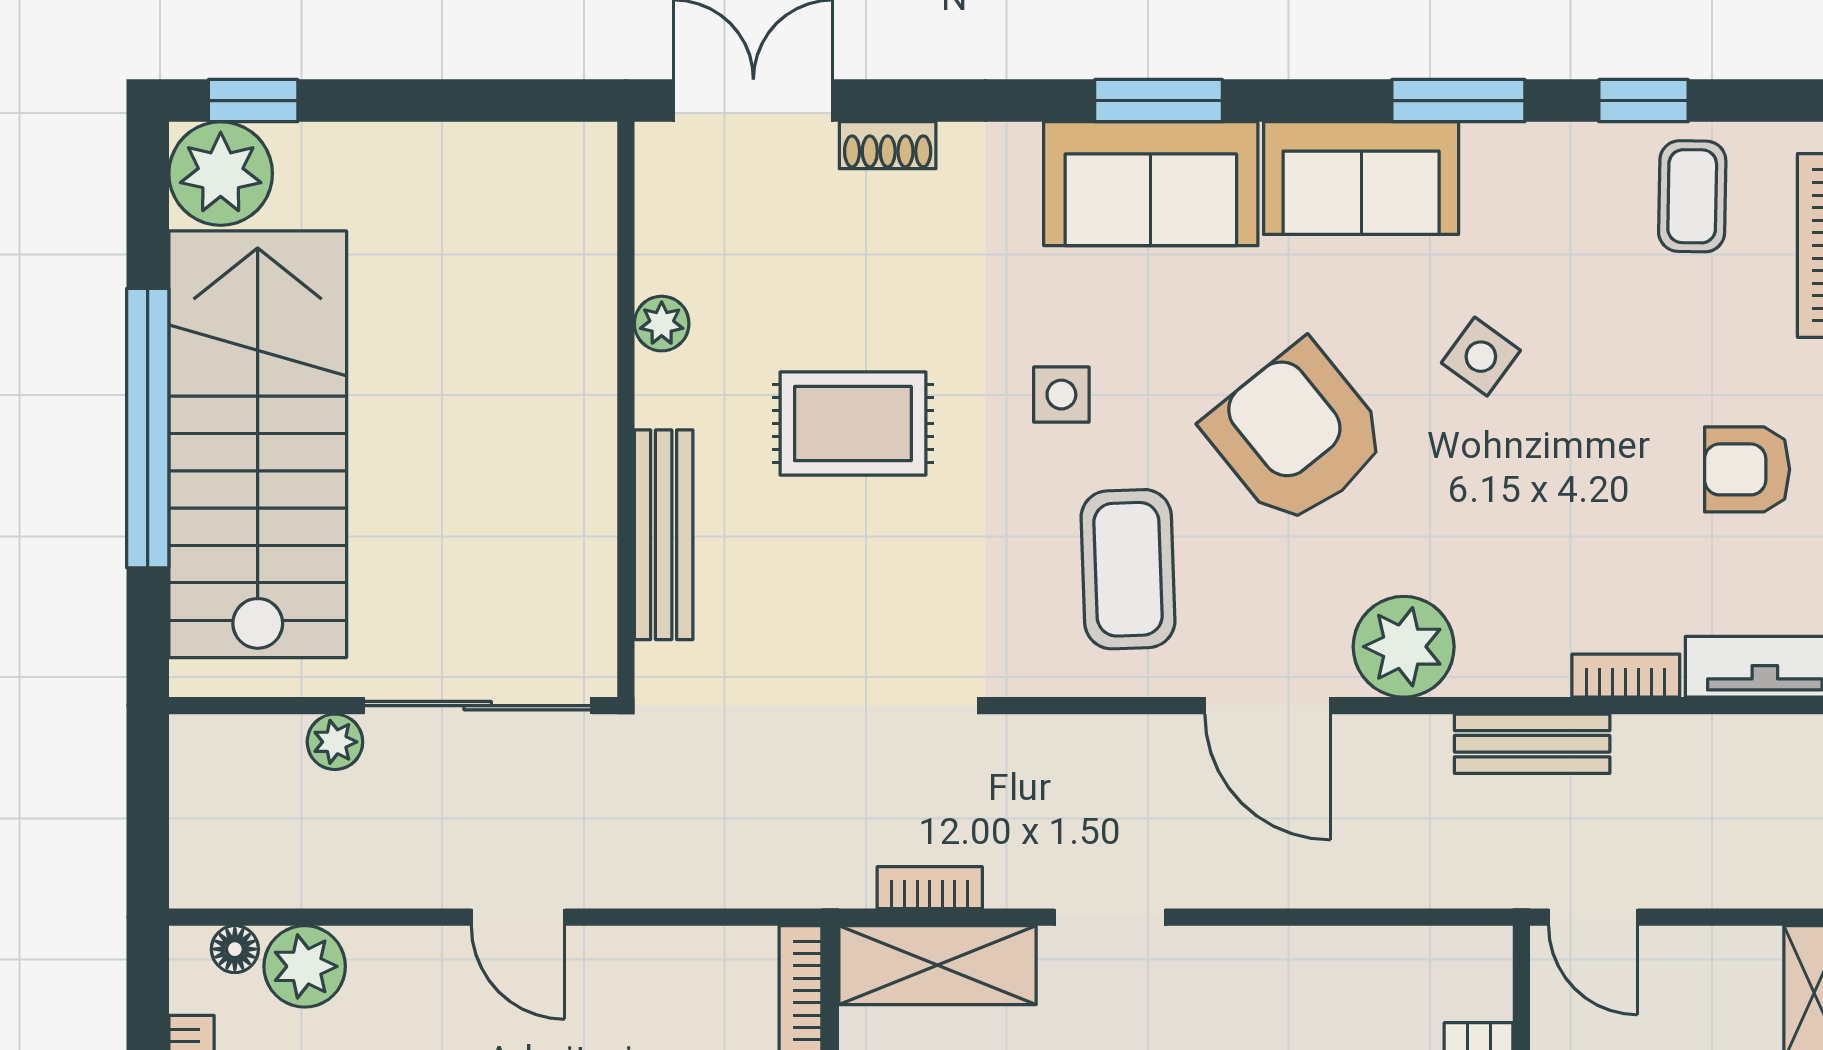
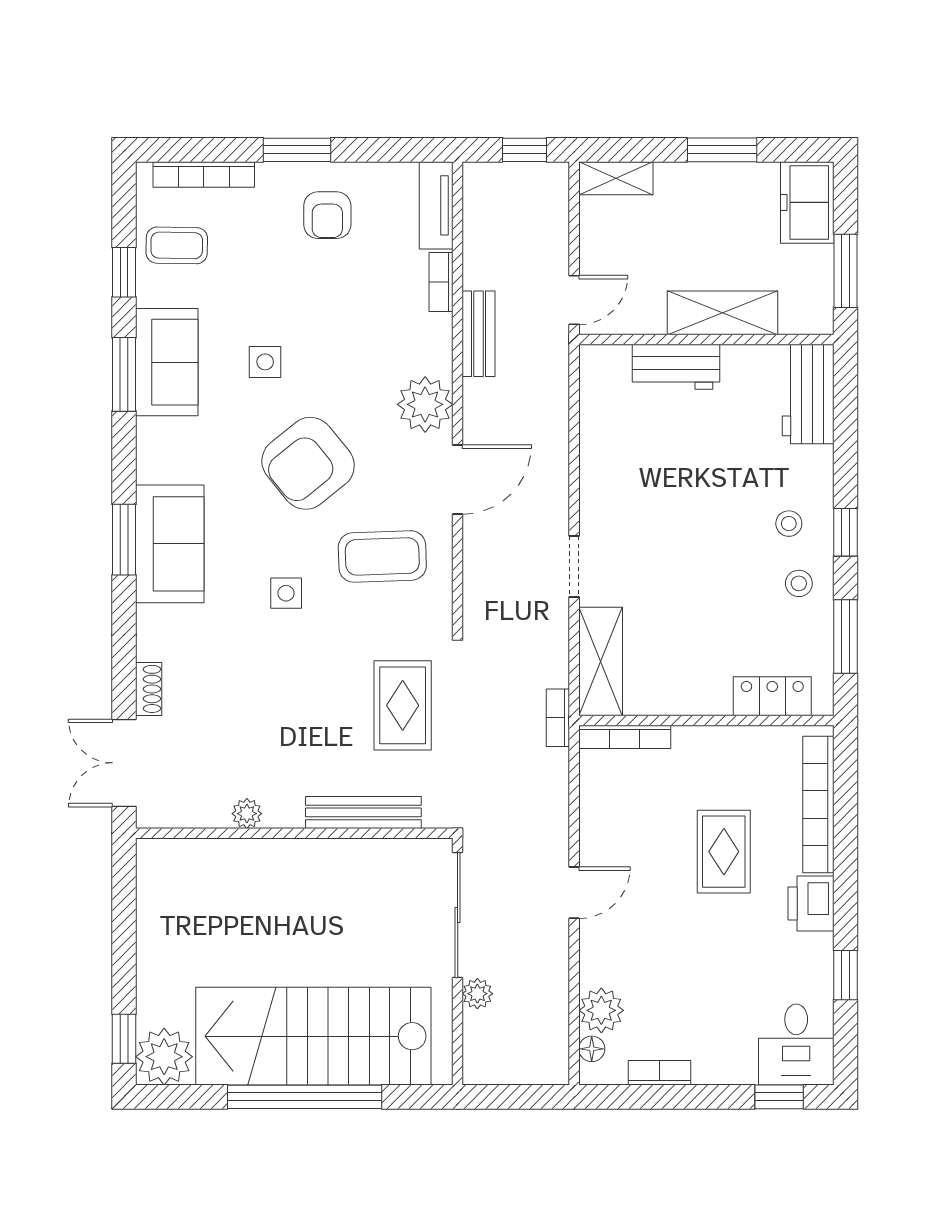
sofa: (1361, 178) -> (167, 362), moved
side table: (1481, 357) -> (265, 362), turned -36
rug: (853, 424) -> (403, 705), moved
bookcase: (930, 888) -> (558, 718), moved

